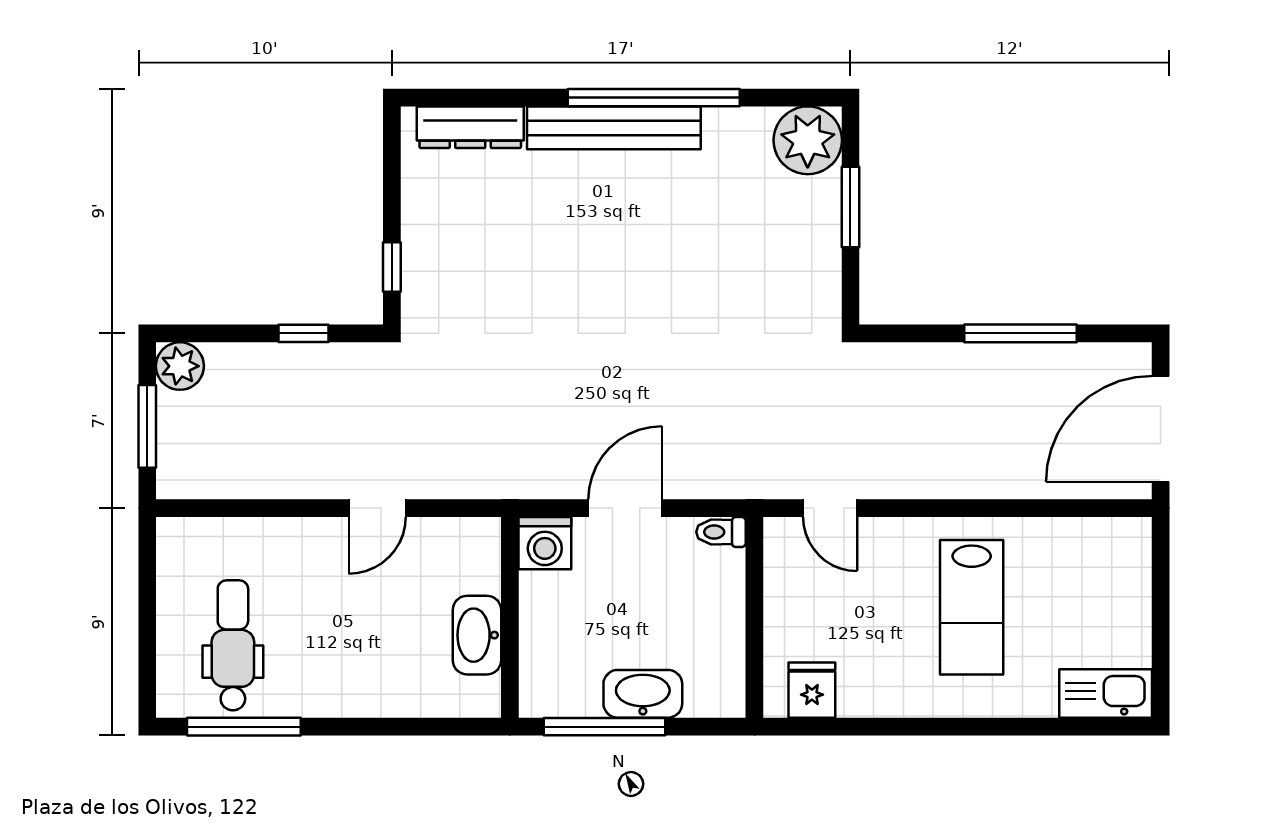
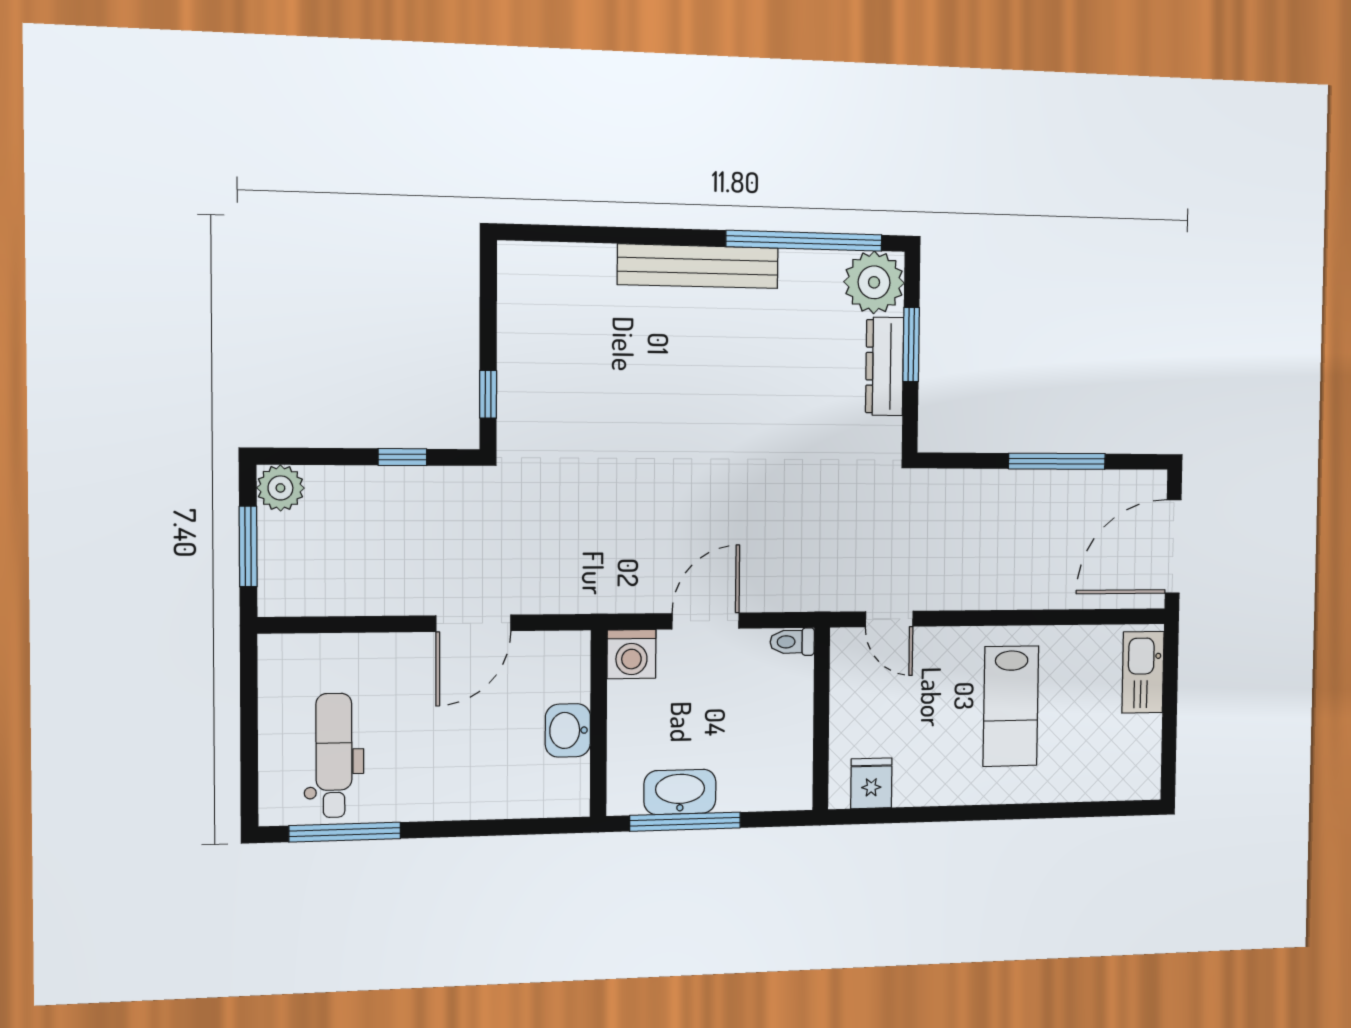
window: (654, 98) -> (804, 241), moved
dresser: (470, 127) -> (885, 366), moved, turned 90
door: (377, 508) -> (474, 623), width x1.38
washbasin: (477, 635) -> (568, 730), width x0.72
kitchen sink: (1106, 693) -> (1143, 672), moved, turned -90
washbasin: (643, 694) -> (680, 792), moved

